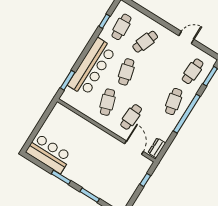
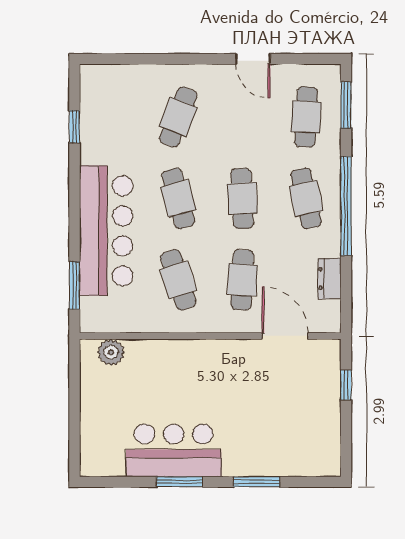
cafe table: (121, 27) -> (242, 198), moved
door: (186, 37) -> (253, 59), swing flipped
plant: (66, 113) -> (111, 352), added
dresser: (157, 148) -> (329, 278), moved
bar counter: (49, 153) -> (174, 450), moved

